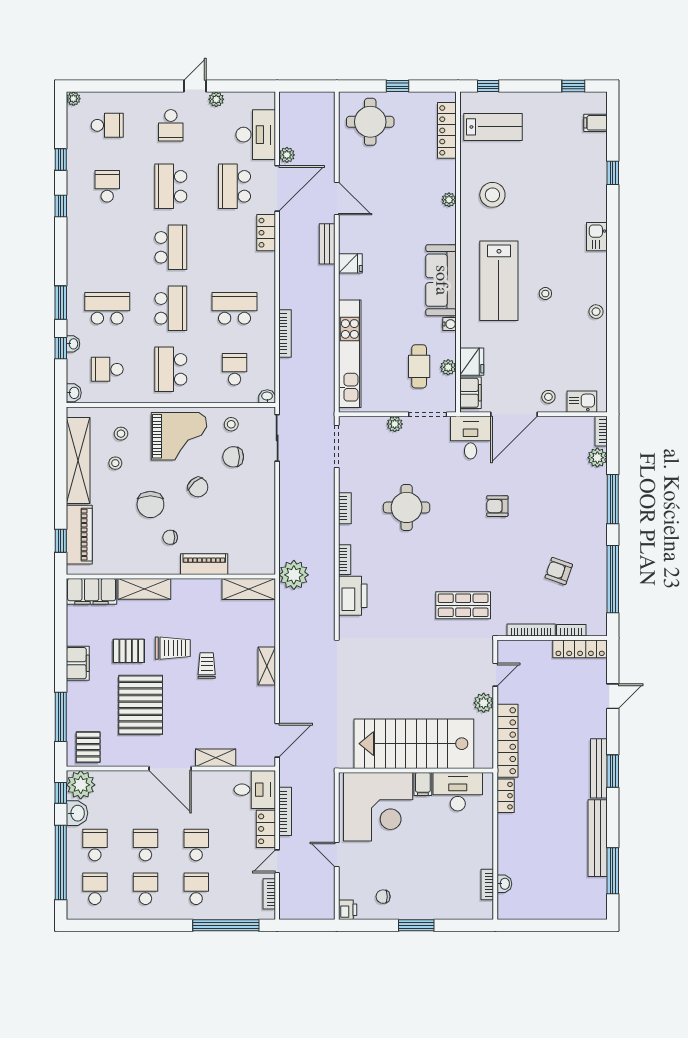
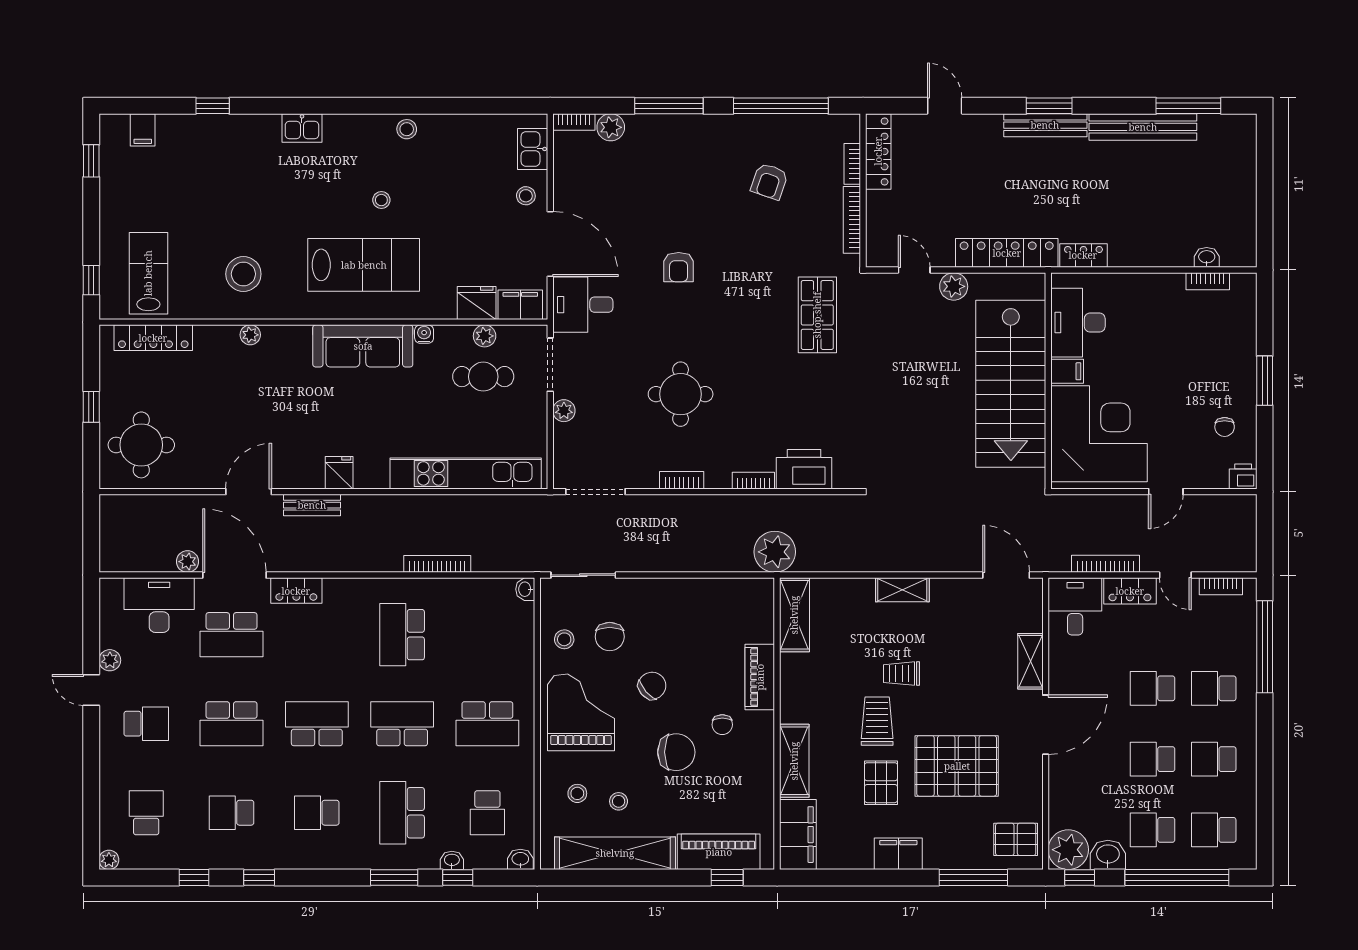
school desk: (235, 369) -> (317, 813), moved

